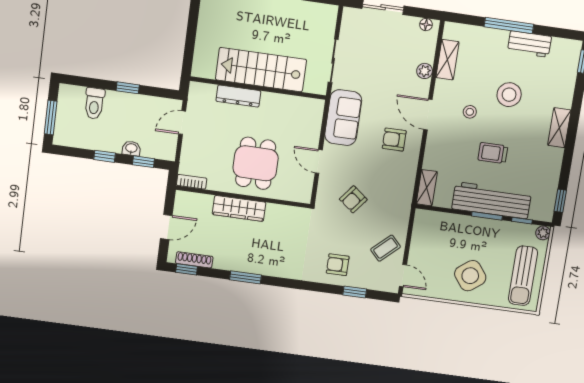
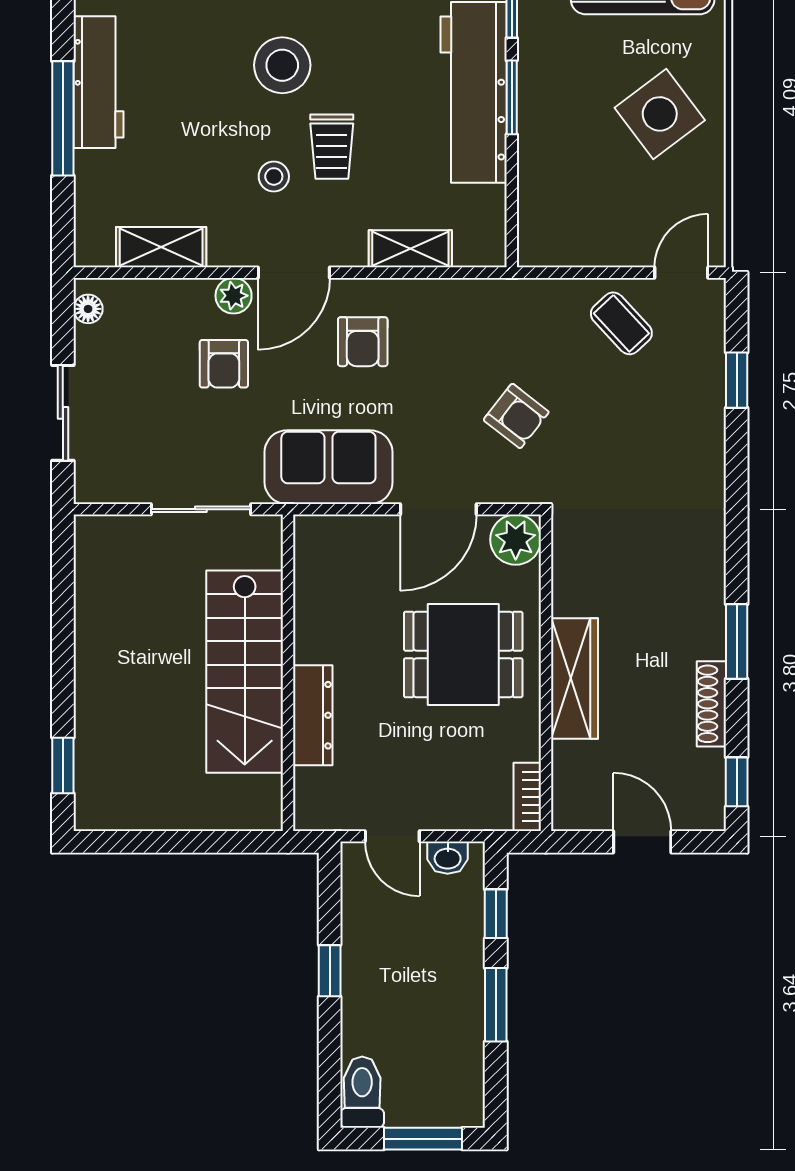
workbench: (529, 44) -> (99, 82), width x1.38
plant: (425, 71) -> (234, 296), moved
stool: (509, 95) -> (282, 65), moved
toilet: (94, 103) -> (362, 1092), moved, turned -90
washbasin: (131, 148) -> (448, 858), moved, turned -90
trolley: (493, 153) -> (332, 147), moved
window: (105, 156) -> (496, 1005), width x1.50
door: (319, 161) -> (438, 509), width x1.38
shelving: (427, 188) -> (410, 249), moved
plant: (301, 192) -> (516, 540), added
shoe rack: (194, 260) -> (711, 704), moved
armchair: (338, 265) -> (224, 364), moved

